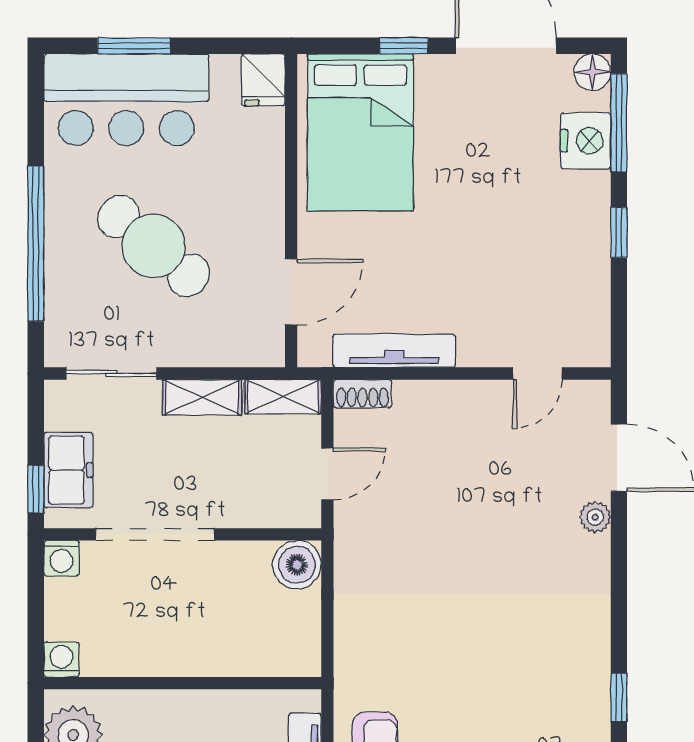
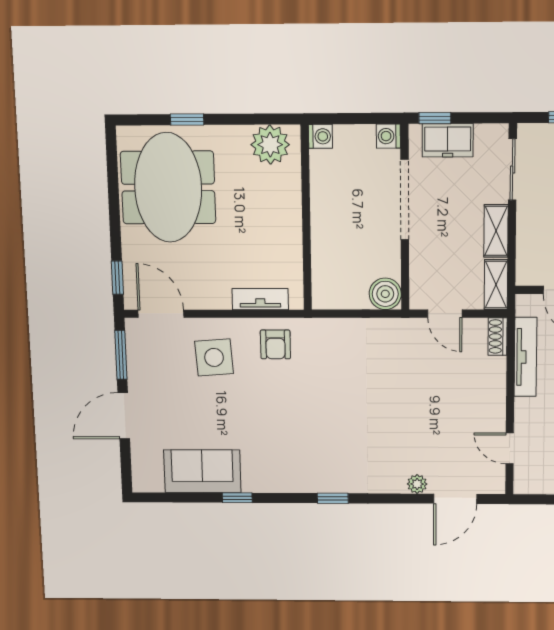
window: (619, 697) -> (333, 498), moved

